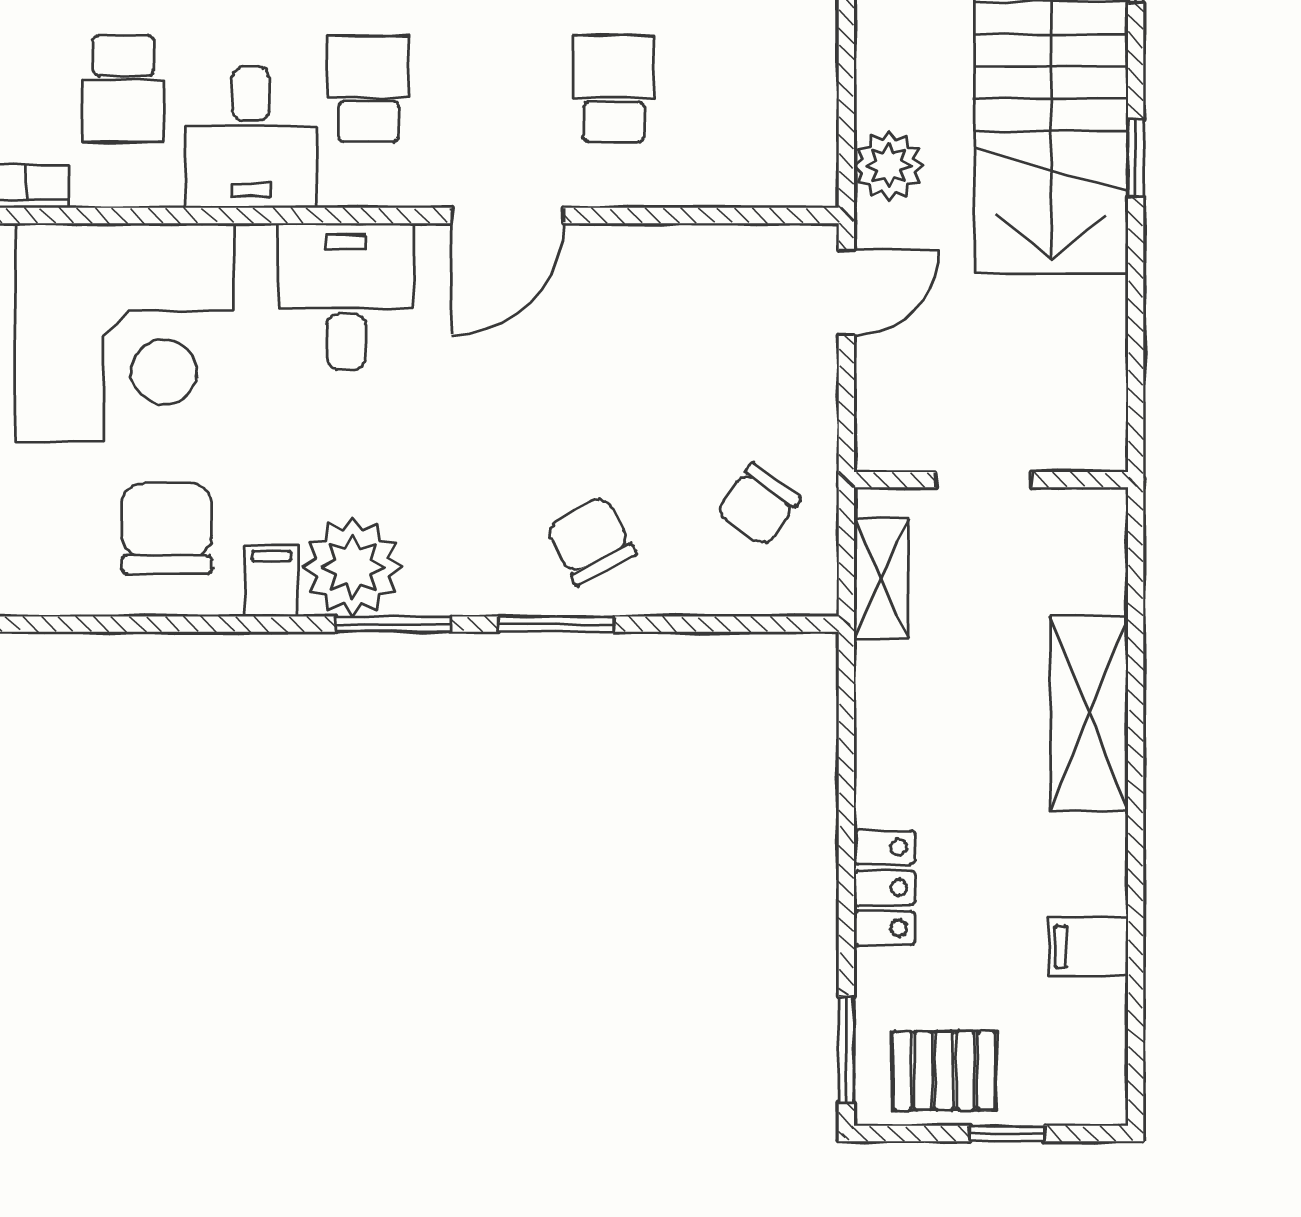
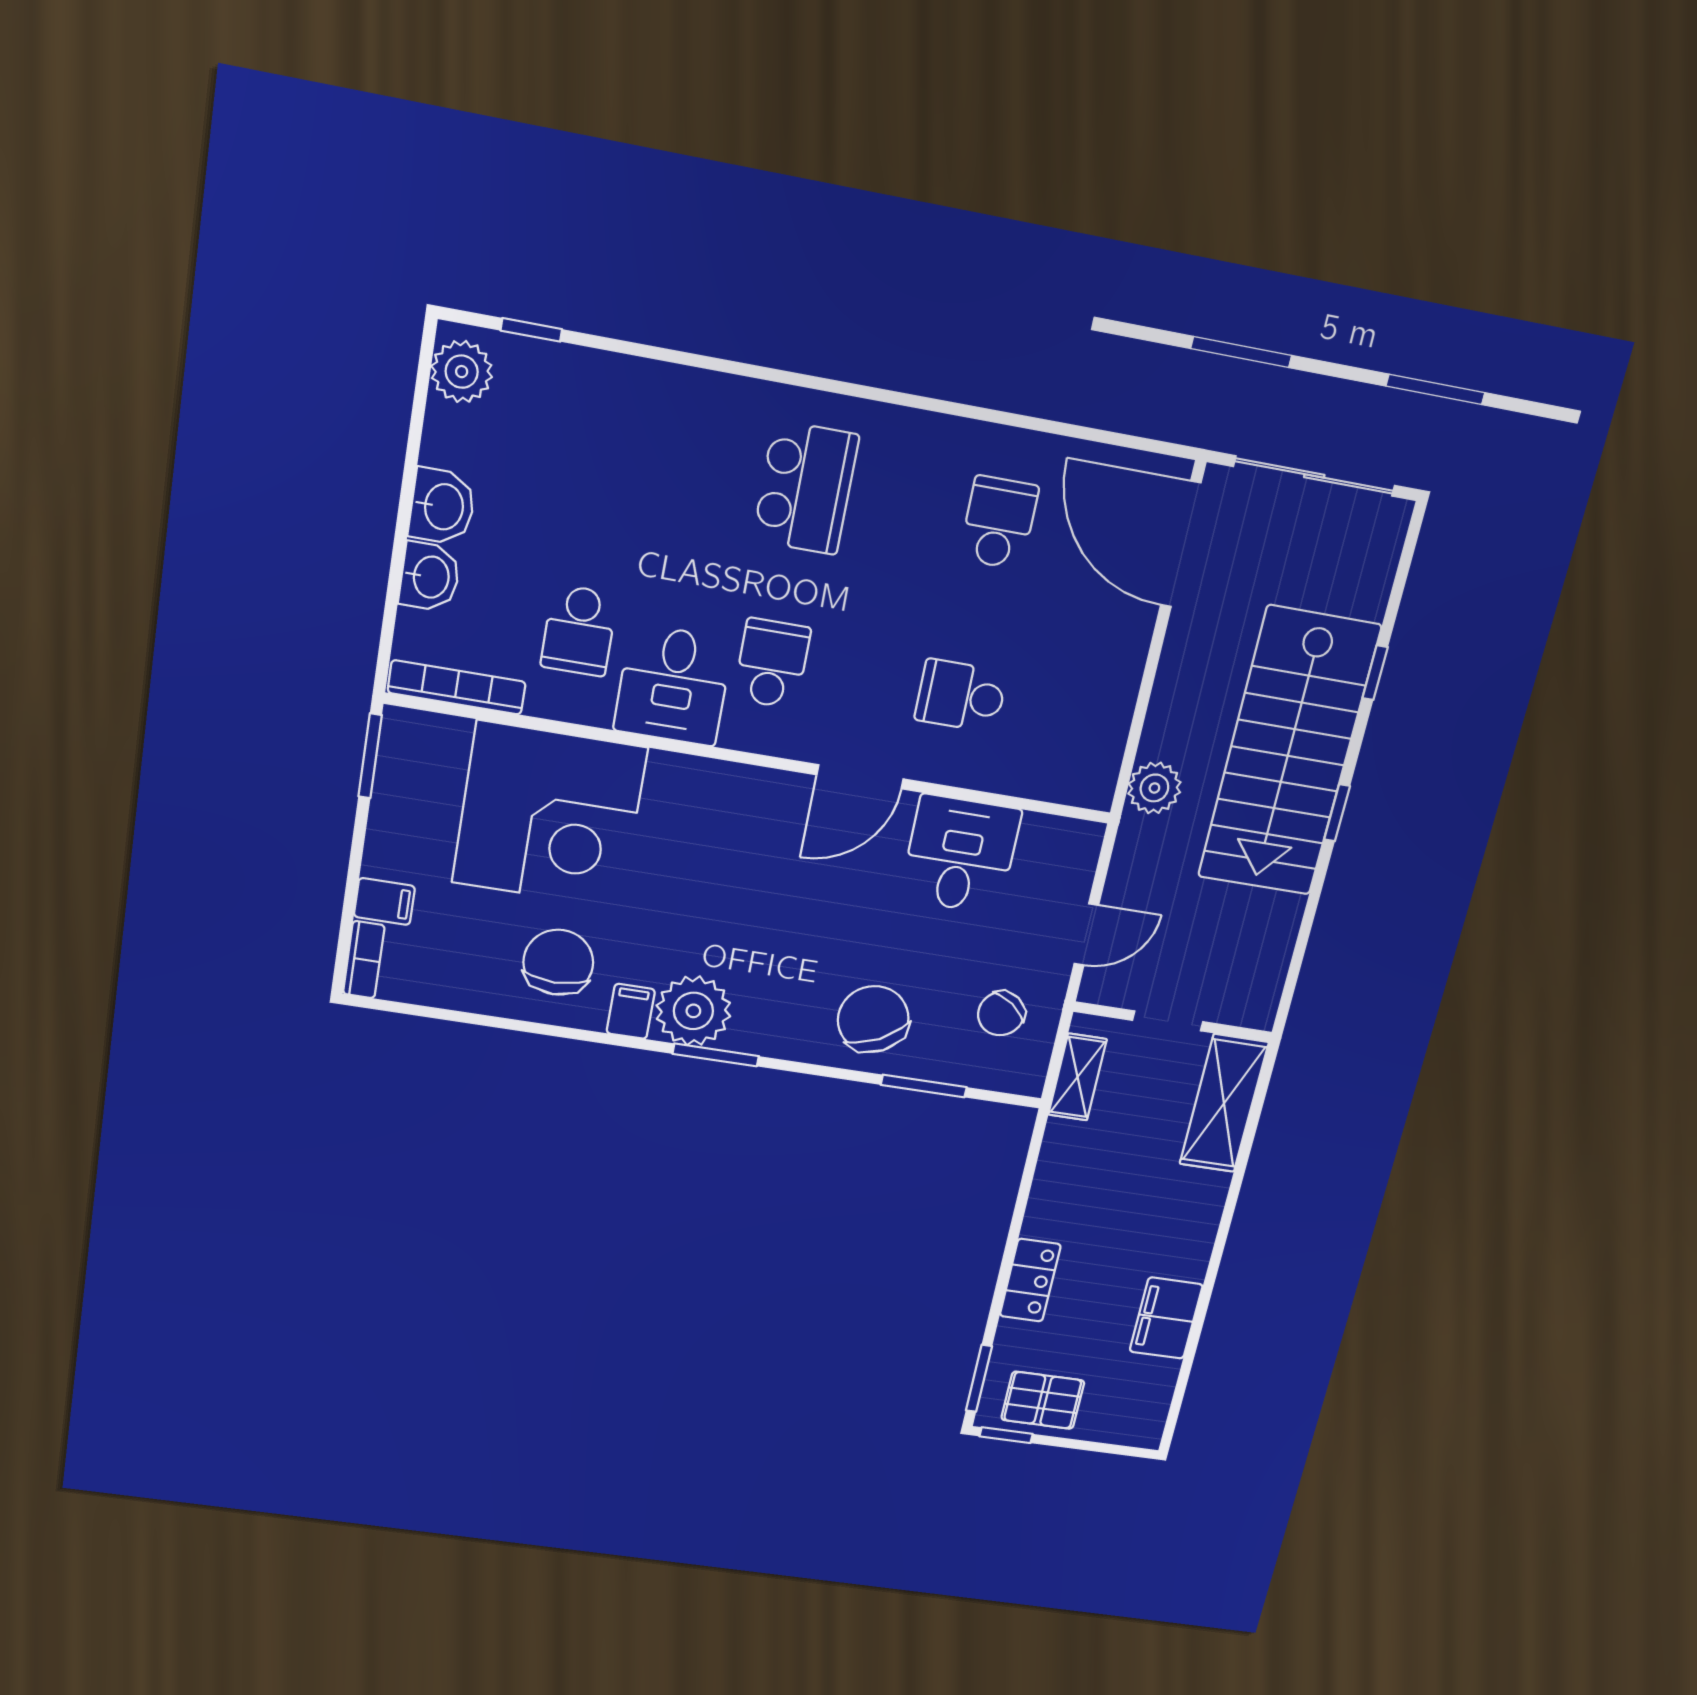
school desk: (614, 89) -> (961, 696), turned -90
door: (846, 293) -> (1086, 935), moved
desk: (346, 296) -> (960, 854), moved
chair: (591, 540) -> (873, 1019), width x1.37, depth x1.37
window: (556, 624) -> (924, 1086), moved
shelving: (1089, 713) -> (1224, 1103), moved
filing cabinet: (1088, 946) -> (1166, 1318), width x2.00
window: (1007, 1133) -> (1006, 1435), moved

